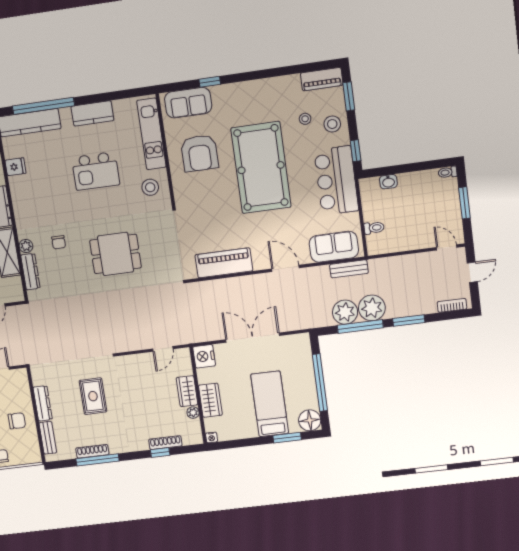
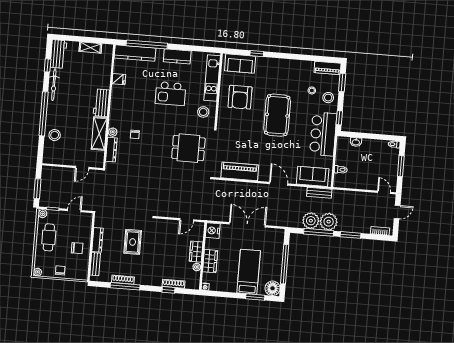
pool table: (261, 168) -> (277, 115), width x0.73, depth x0.76
dining table: (116, 254) -> (188, 148), moved

